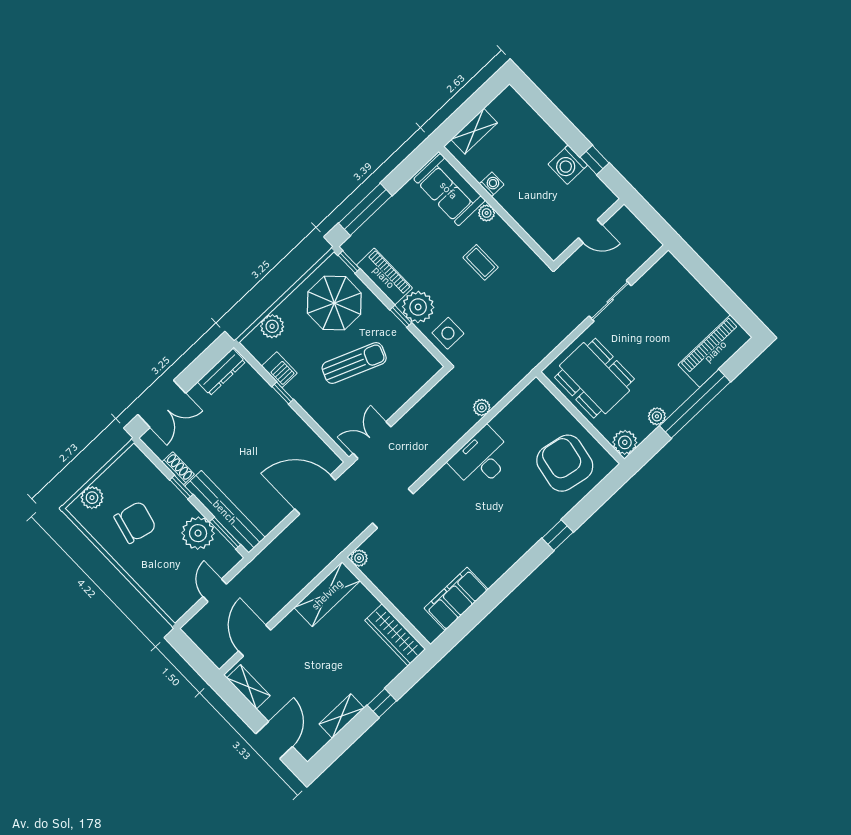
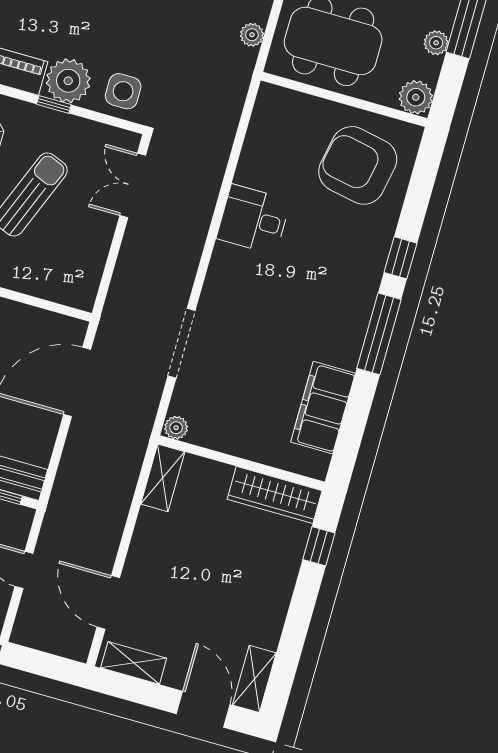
plant: (482, 408) -> (252, 35), moved
double door: (372, 440) -> (133, 185), moved
desk: (481, 459) -> (253, 219), width x0.73
window: (517, 574) -> (379, 334), added
shelving: (327, 594) -> (163, 478), width x0.67, depth x0.75
window: (382, 703) -> (319, 546), moved
shelving: (342, 716) -> (254, 679), moved

